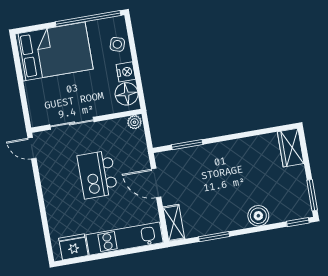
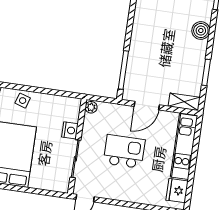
nightstand: (126, 72) -> (70, 130), moved, turned 90
floor lamp: (127, 94) -> (66, 106), removed
window: (187, 145) -> (123, 70), width x1.44
kitchen island: (98, 175) -> (124, 151), turned 180

